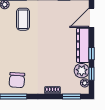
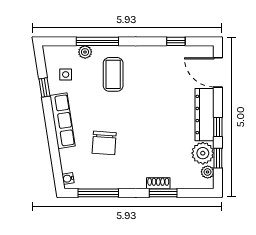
door: (92, 18) -> (218, 72), hinge flipped
chair: (17, 80) -> (104, 143), moved
window: (72, 97) -> (163, 193), moved

